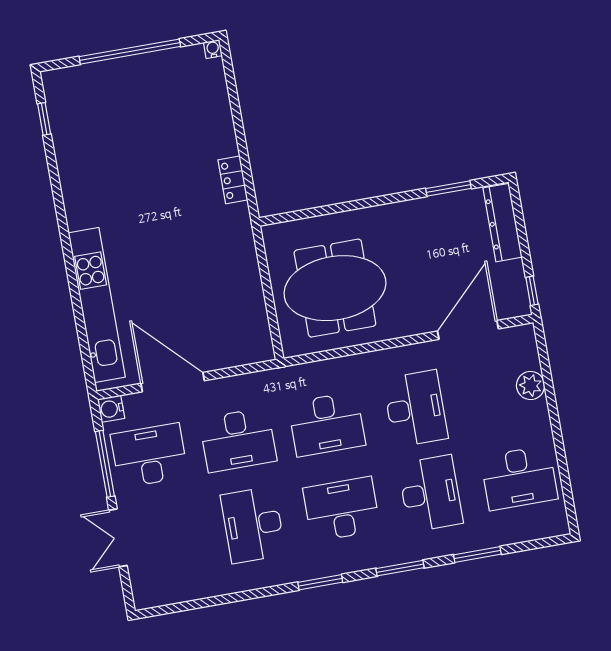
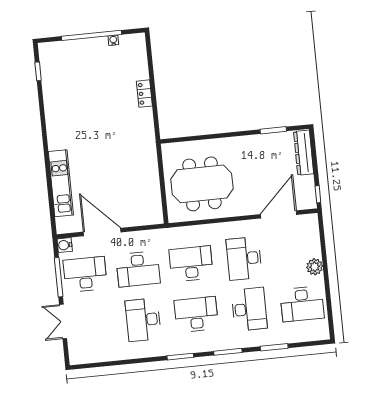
water cooler: (213, 49) -> (113, 40), moved
locker: (233, 180) -> (144, 94), moved
kitchen unit: (97, 305) -> (61, 183), width x0.73
plant: (531, 385) -> (315, 267), moved
desk: (415, 409) -> (244, 258), turned 180
desk: (327, 424) -> (191, 264), turned 180

